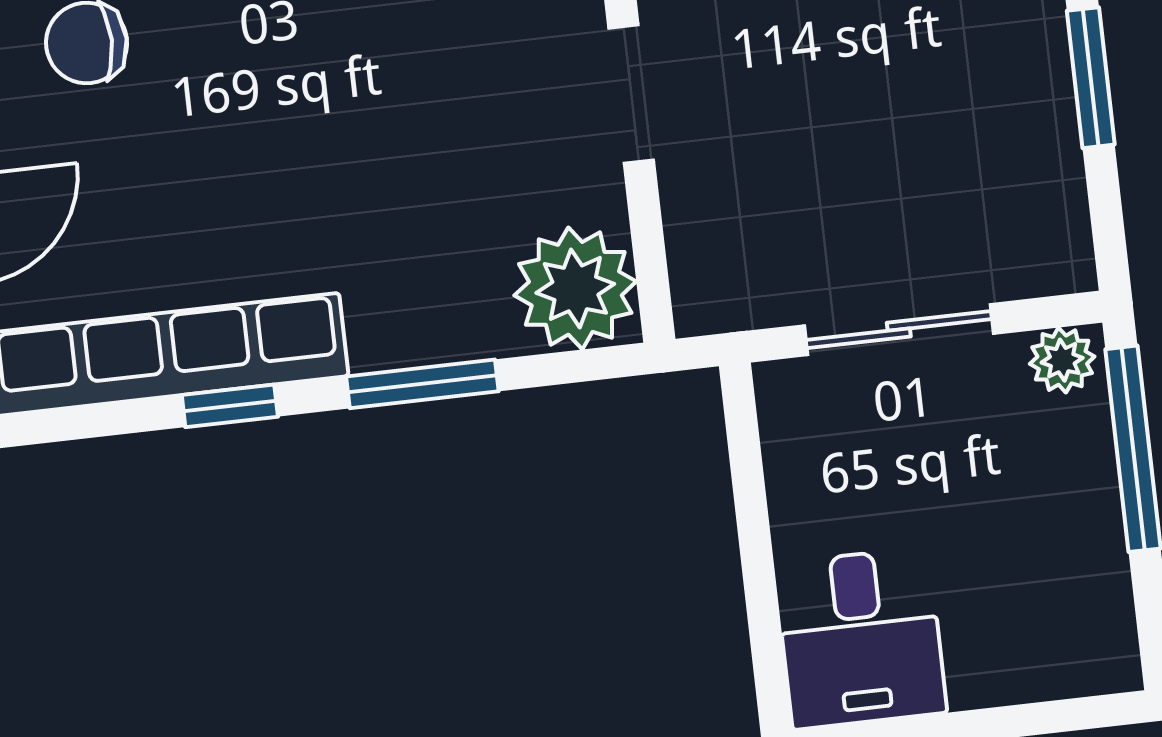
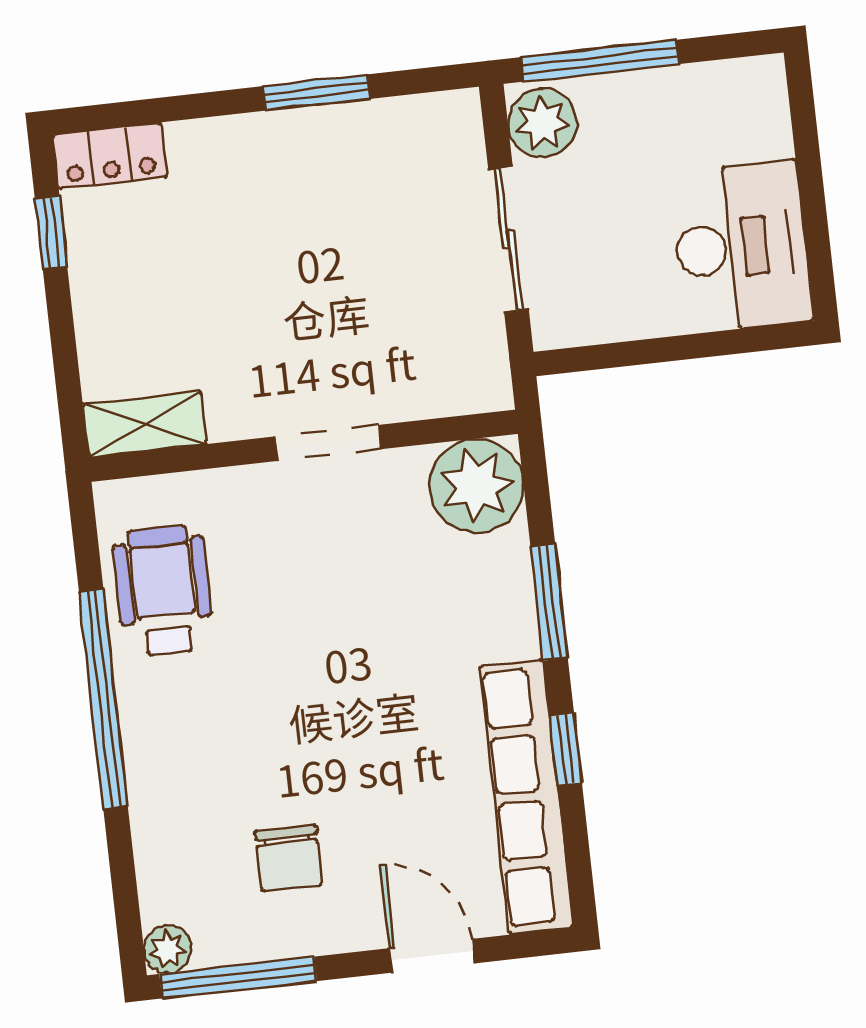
plant: (1062, 360) -> (542, 123), width x1.38, depth x1.38
desk: (861, 638) -> (741, 247), width x1.37

